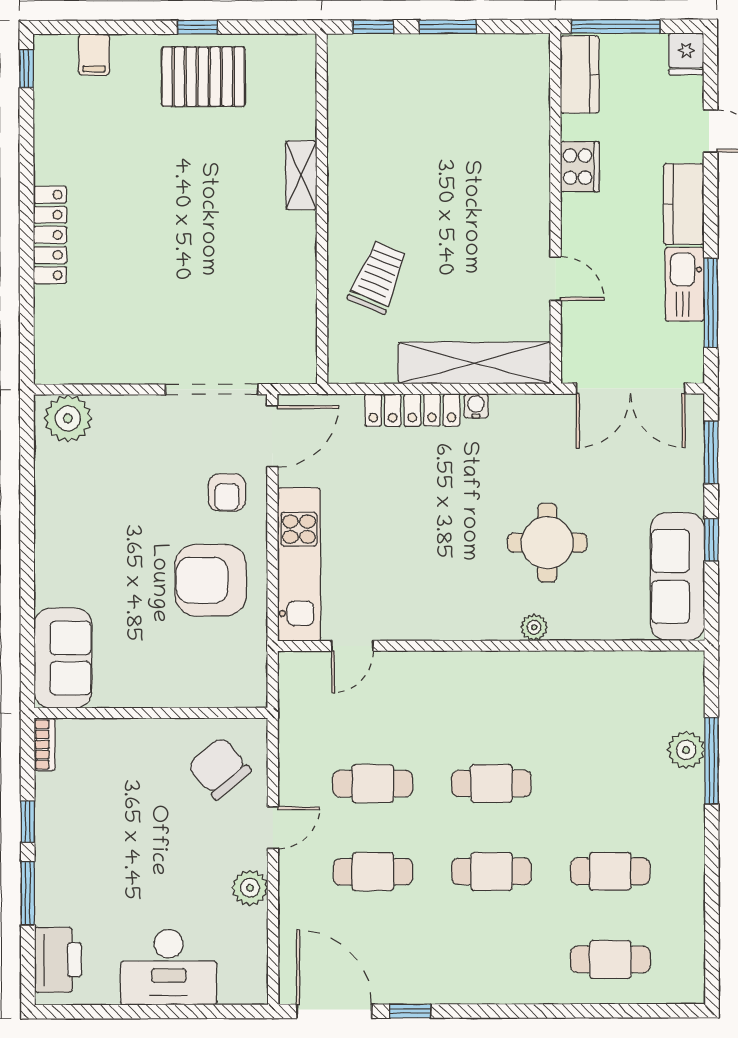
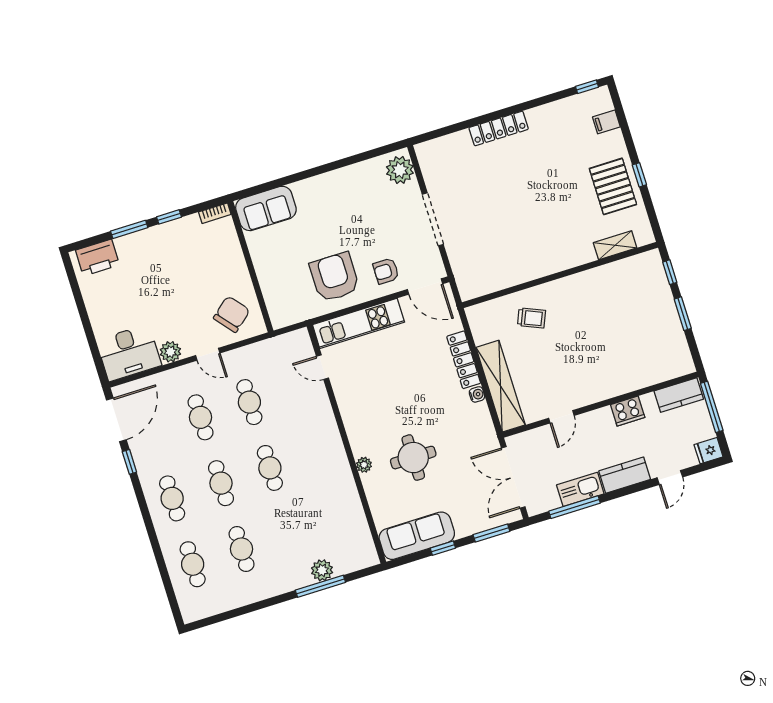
shelving: (301, 175) -> (615, 245), moved
trolley: (378, 277) -> (531, 318), width x0.73, depth x0.72
doorway: (212, 389) -> (433, 219), moved
cafe table: (492, 960) -> (172, 498), added
desk: (169, 967) -> (129, 353), moved, turned -90

